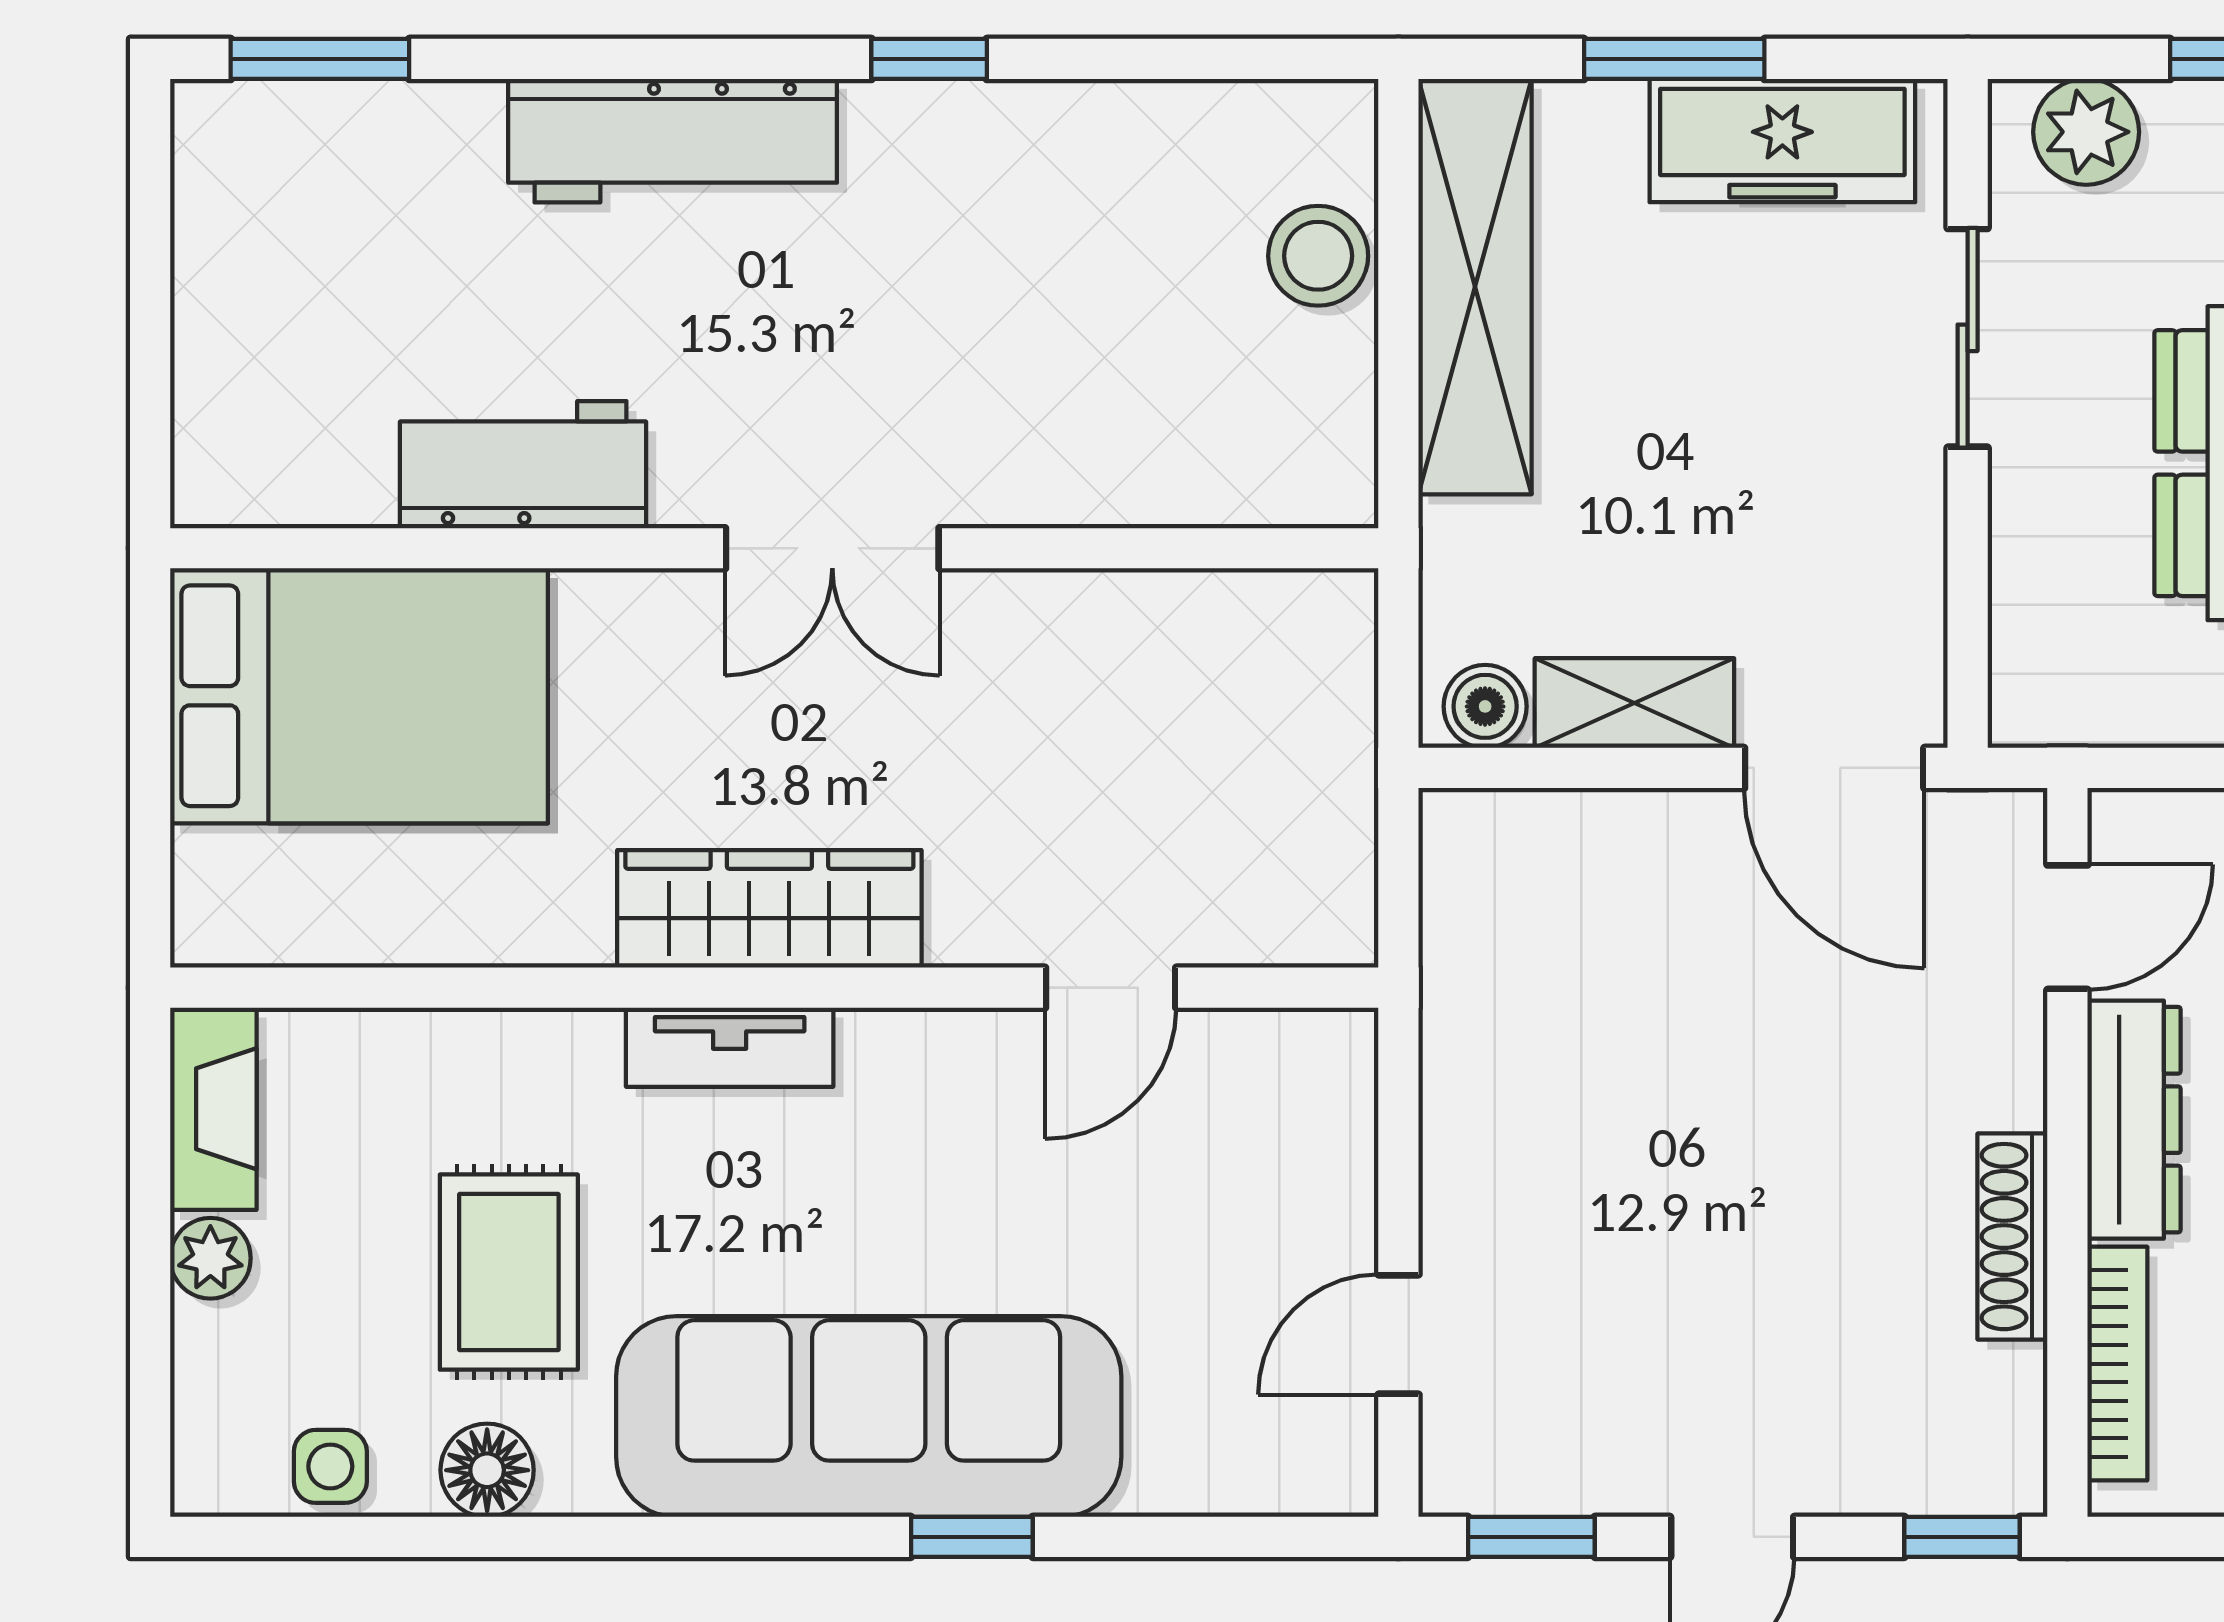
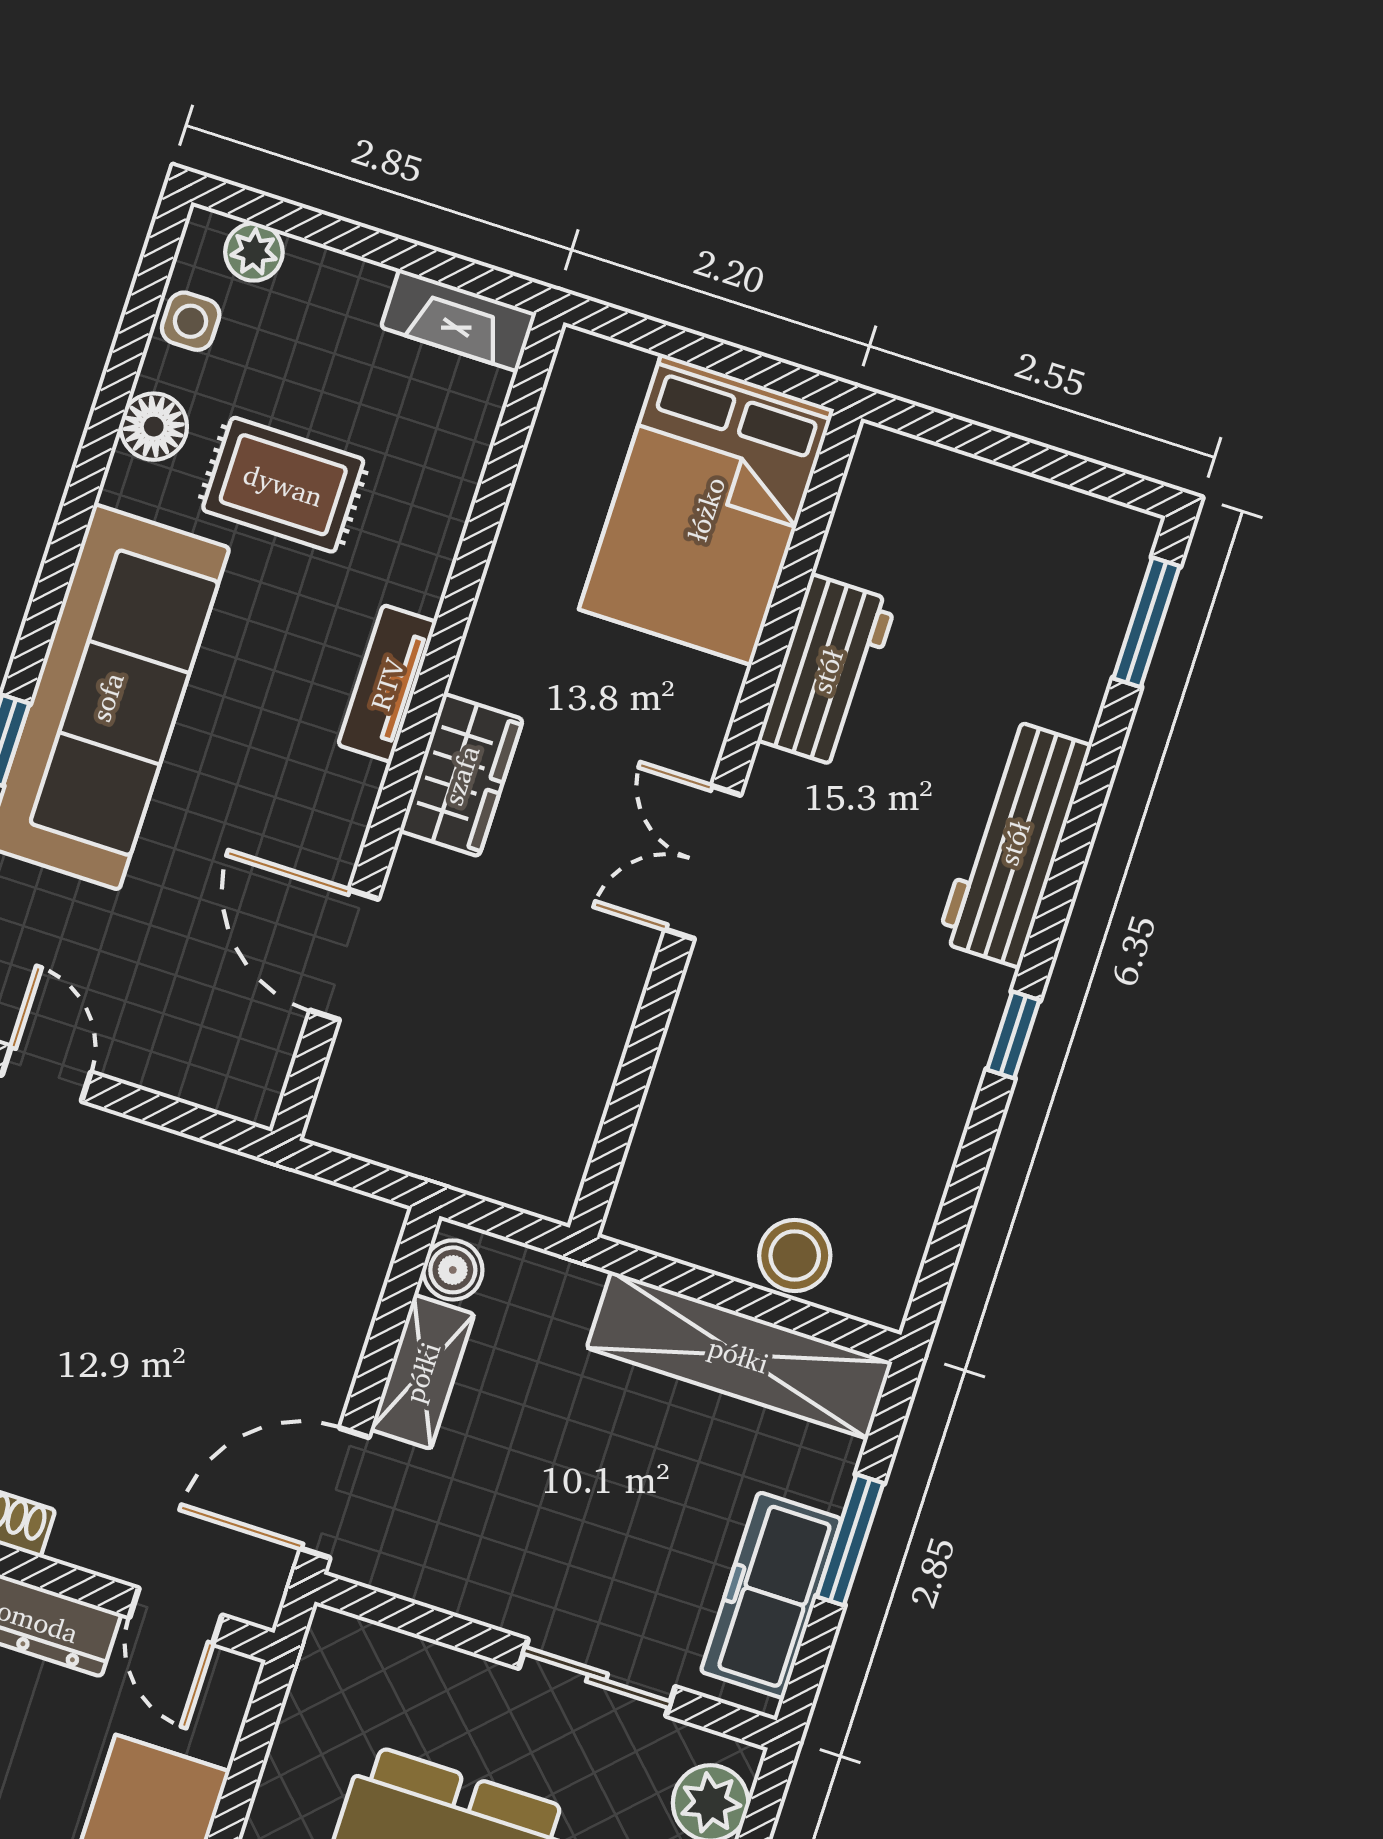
wardrobe: (769, 909) -> (461, 775), width x0.67
door: (1111, 988) -> (344, 955), width x1.38
plant: (210, 1258) -> (254, 252), moved

